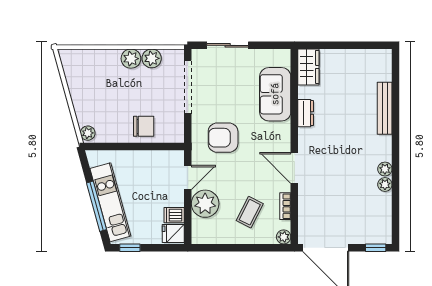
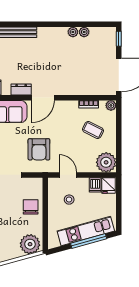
plant: (88, 133) -> (30, 244), width x1.87, depth x1.87
door: (294, 168) -> (43, 98), moved
plant: (385, 169) -> (84, 32), moved
stool: (154, 179) -> (69, 200), added
plant: (205, 204) -> (106, 162), moved
window: (130, 248) -> (119, 217), removed

